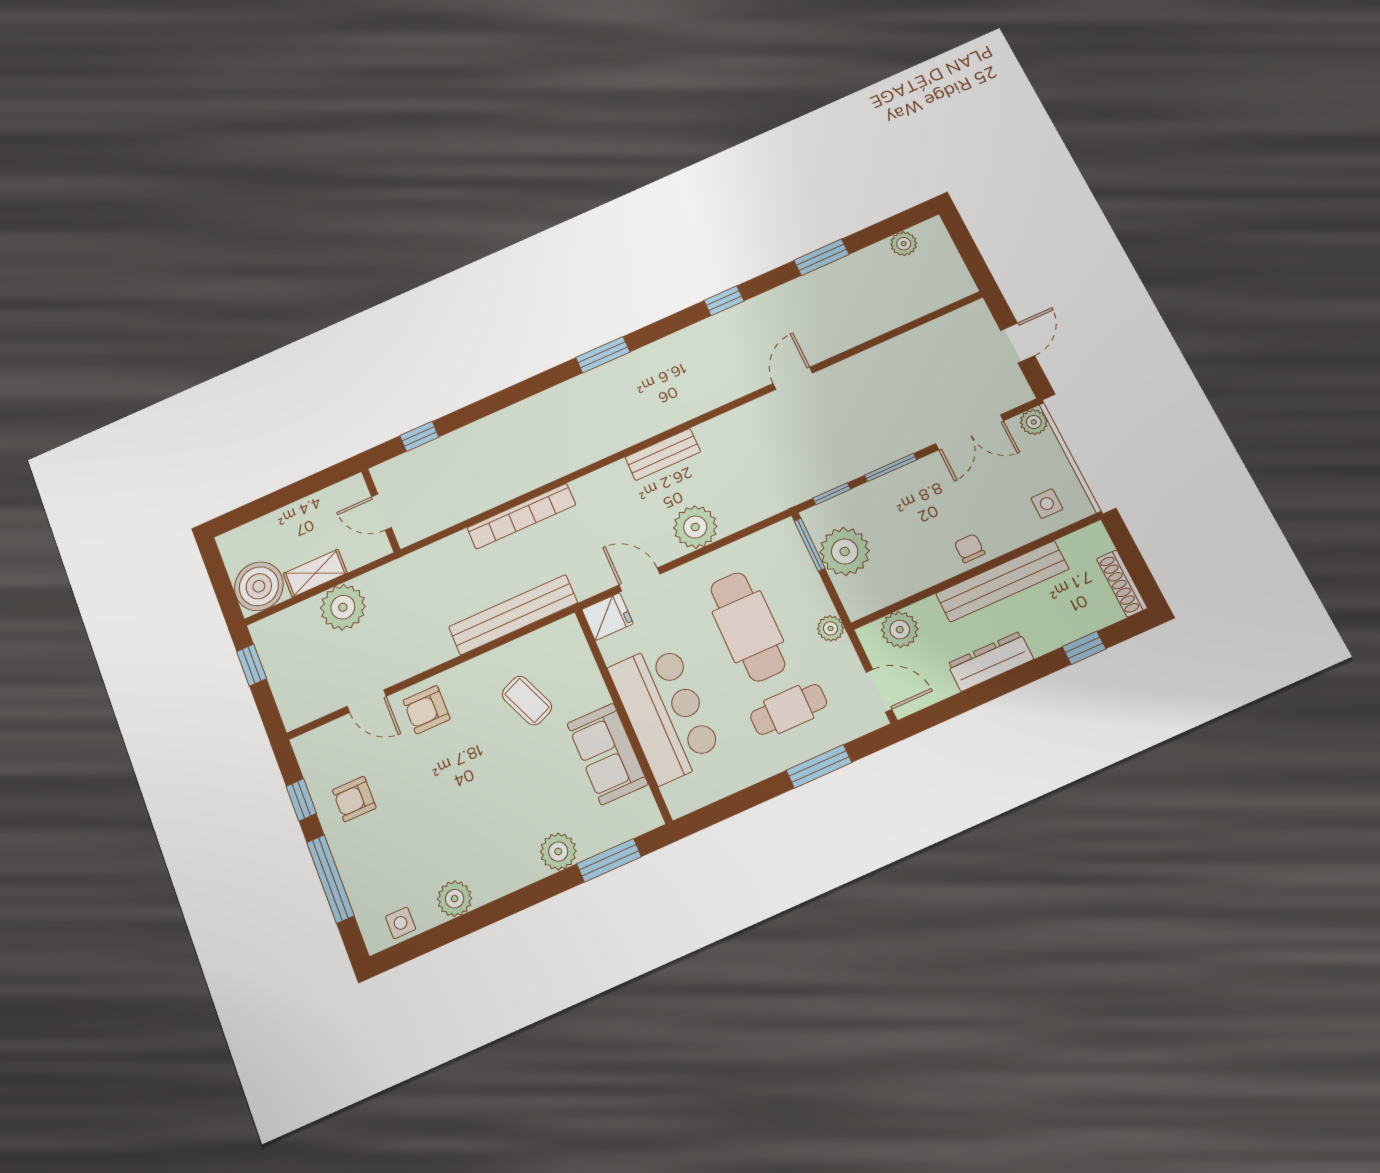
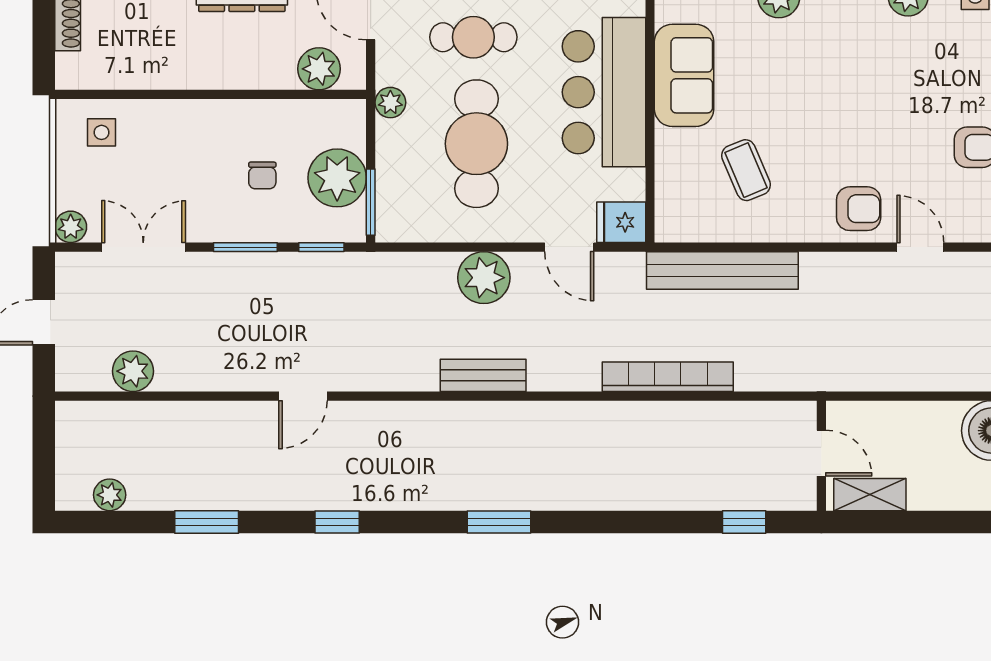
chair: (970, 548) -> (262, 175), moved
shelving: (315, 573) -> (870, 495), moved
bench: (1002, 581) -> (189, 71), removed
plant: (343, 607) -> (133, 371), moved, width x0.73, depth x0.73

